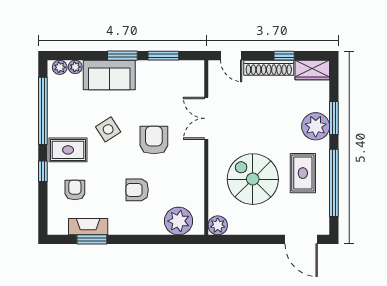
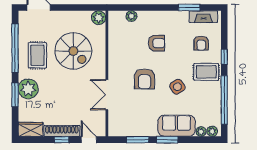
window: (284, 56) -> (62, 140), moved
double door: (206, 118) -> (107, 95), swing flipped
plant: (179, 221) -> (131, 16), width x0.53, depth x0.53
fireplace: (88, 227) -> (203, 17), moved

